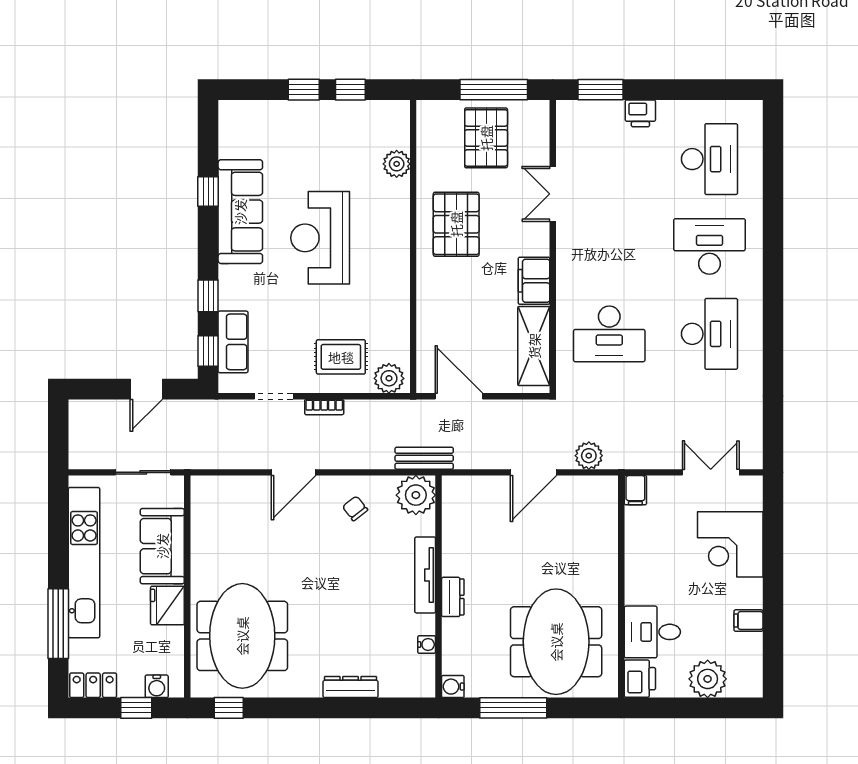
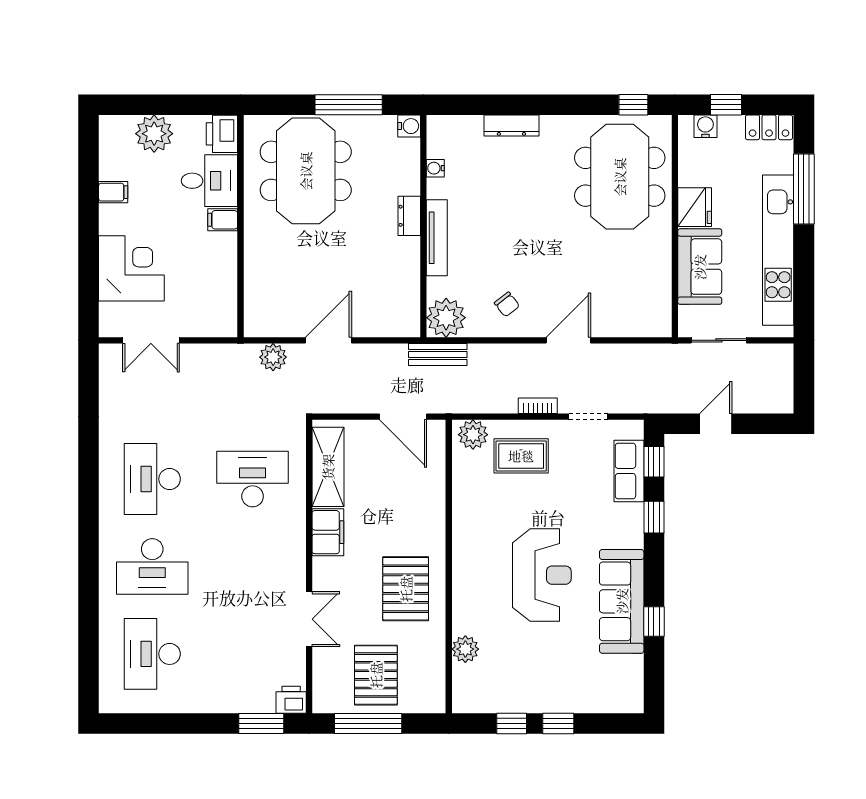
printer: (640, 113) -> (291, 700), moved
filing cabinet: (635, 490) -> (223, 220), moved, turned -90

